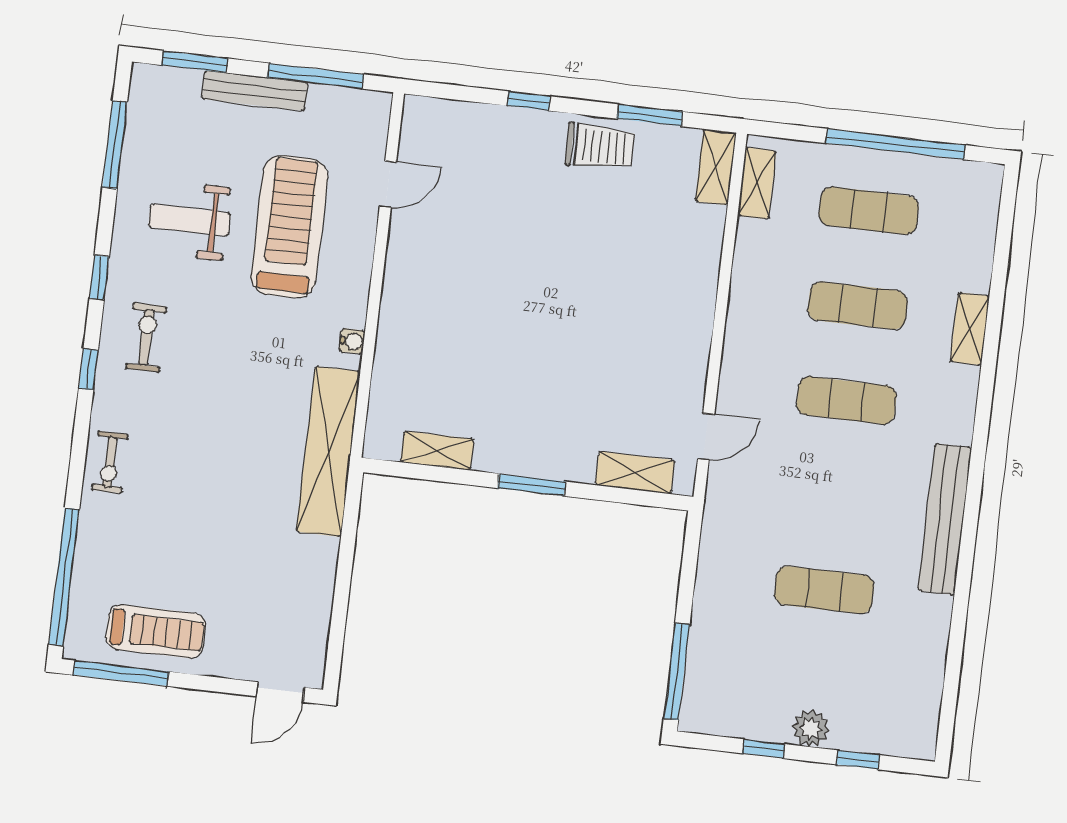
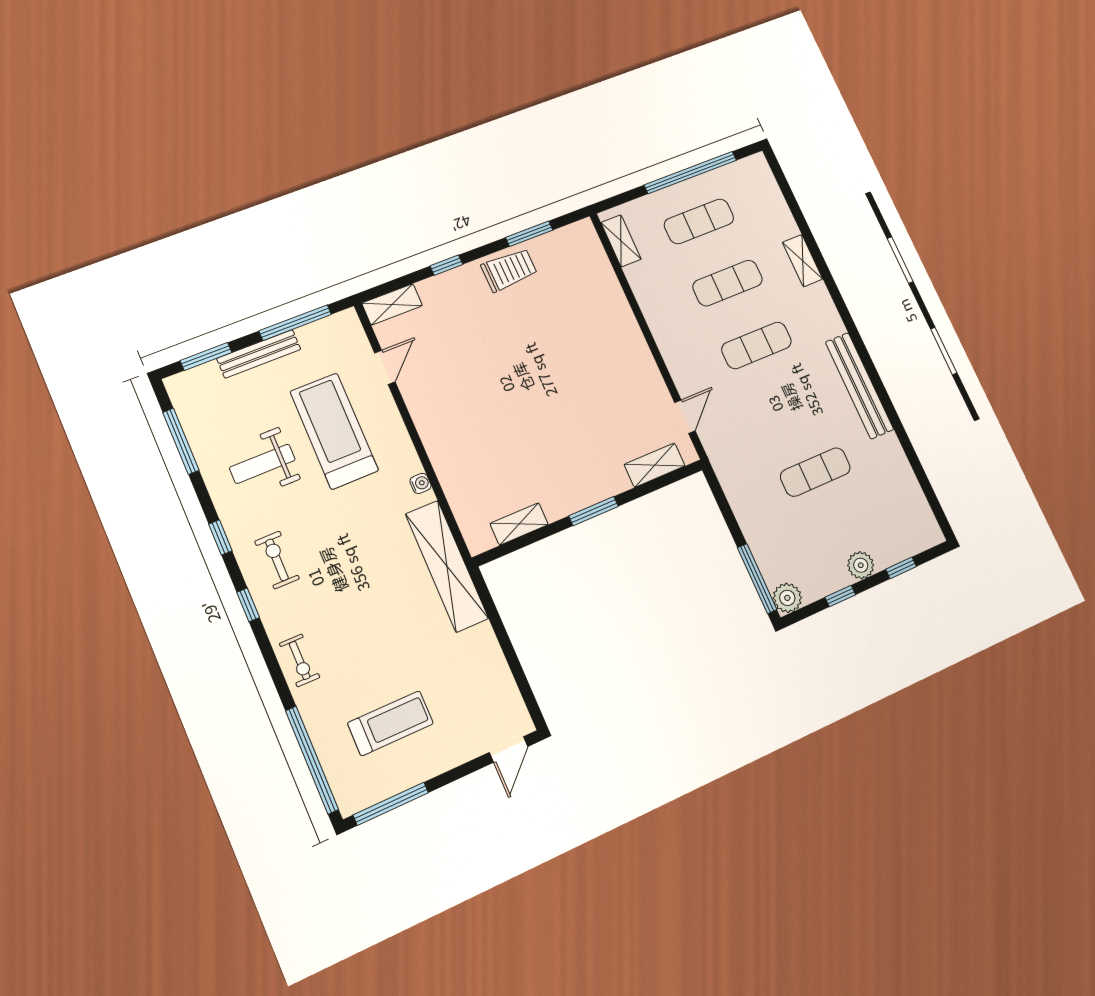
shelving: (716, 167) -> (392, 304), moved, turned 90
treadmill: (156, 631) -> (391, 723), moved
plant: (699, 714) -> (787, 598), added

